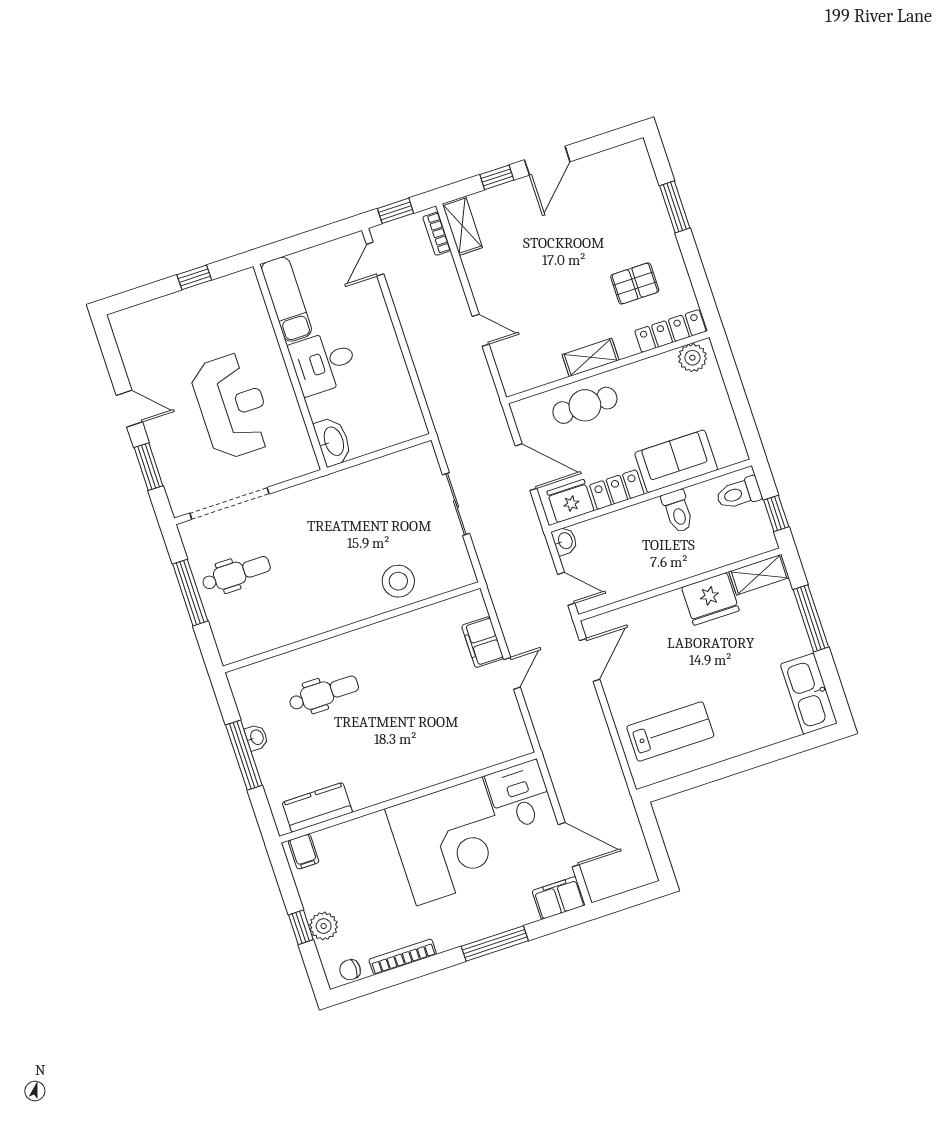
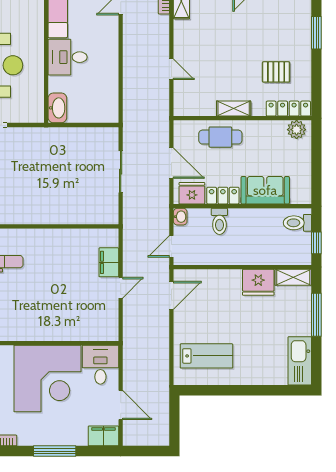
toilet: (678, 511) -> (219, 221), moved
stool: (398, 581) -> (69, 207), removed
door: (566, 589) -> (171, 246), swing flipped

